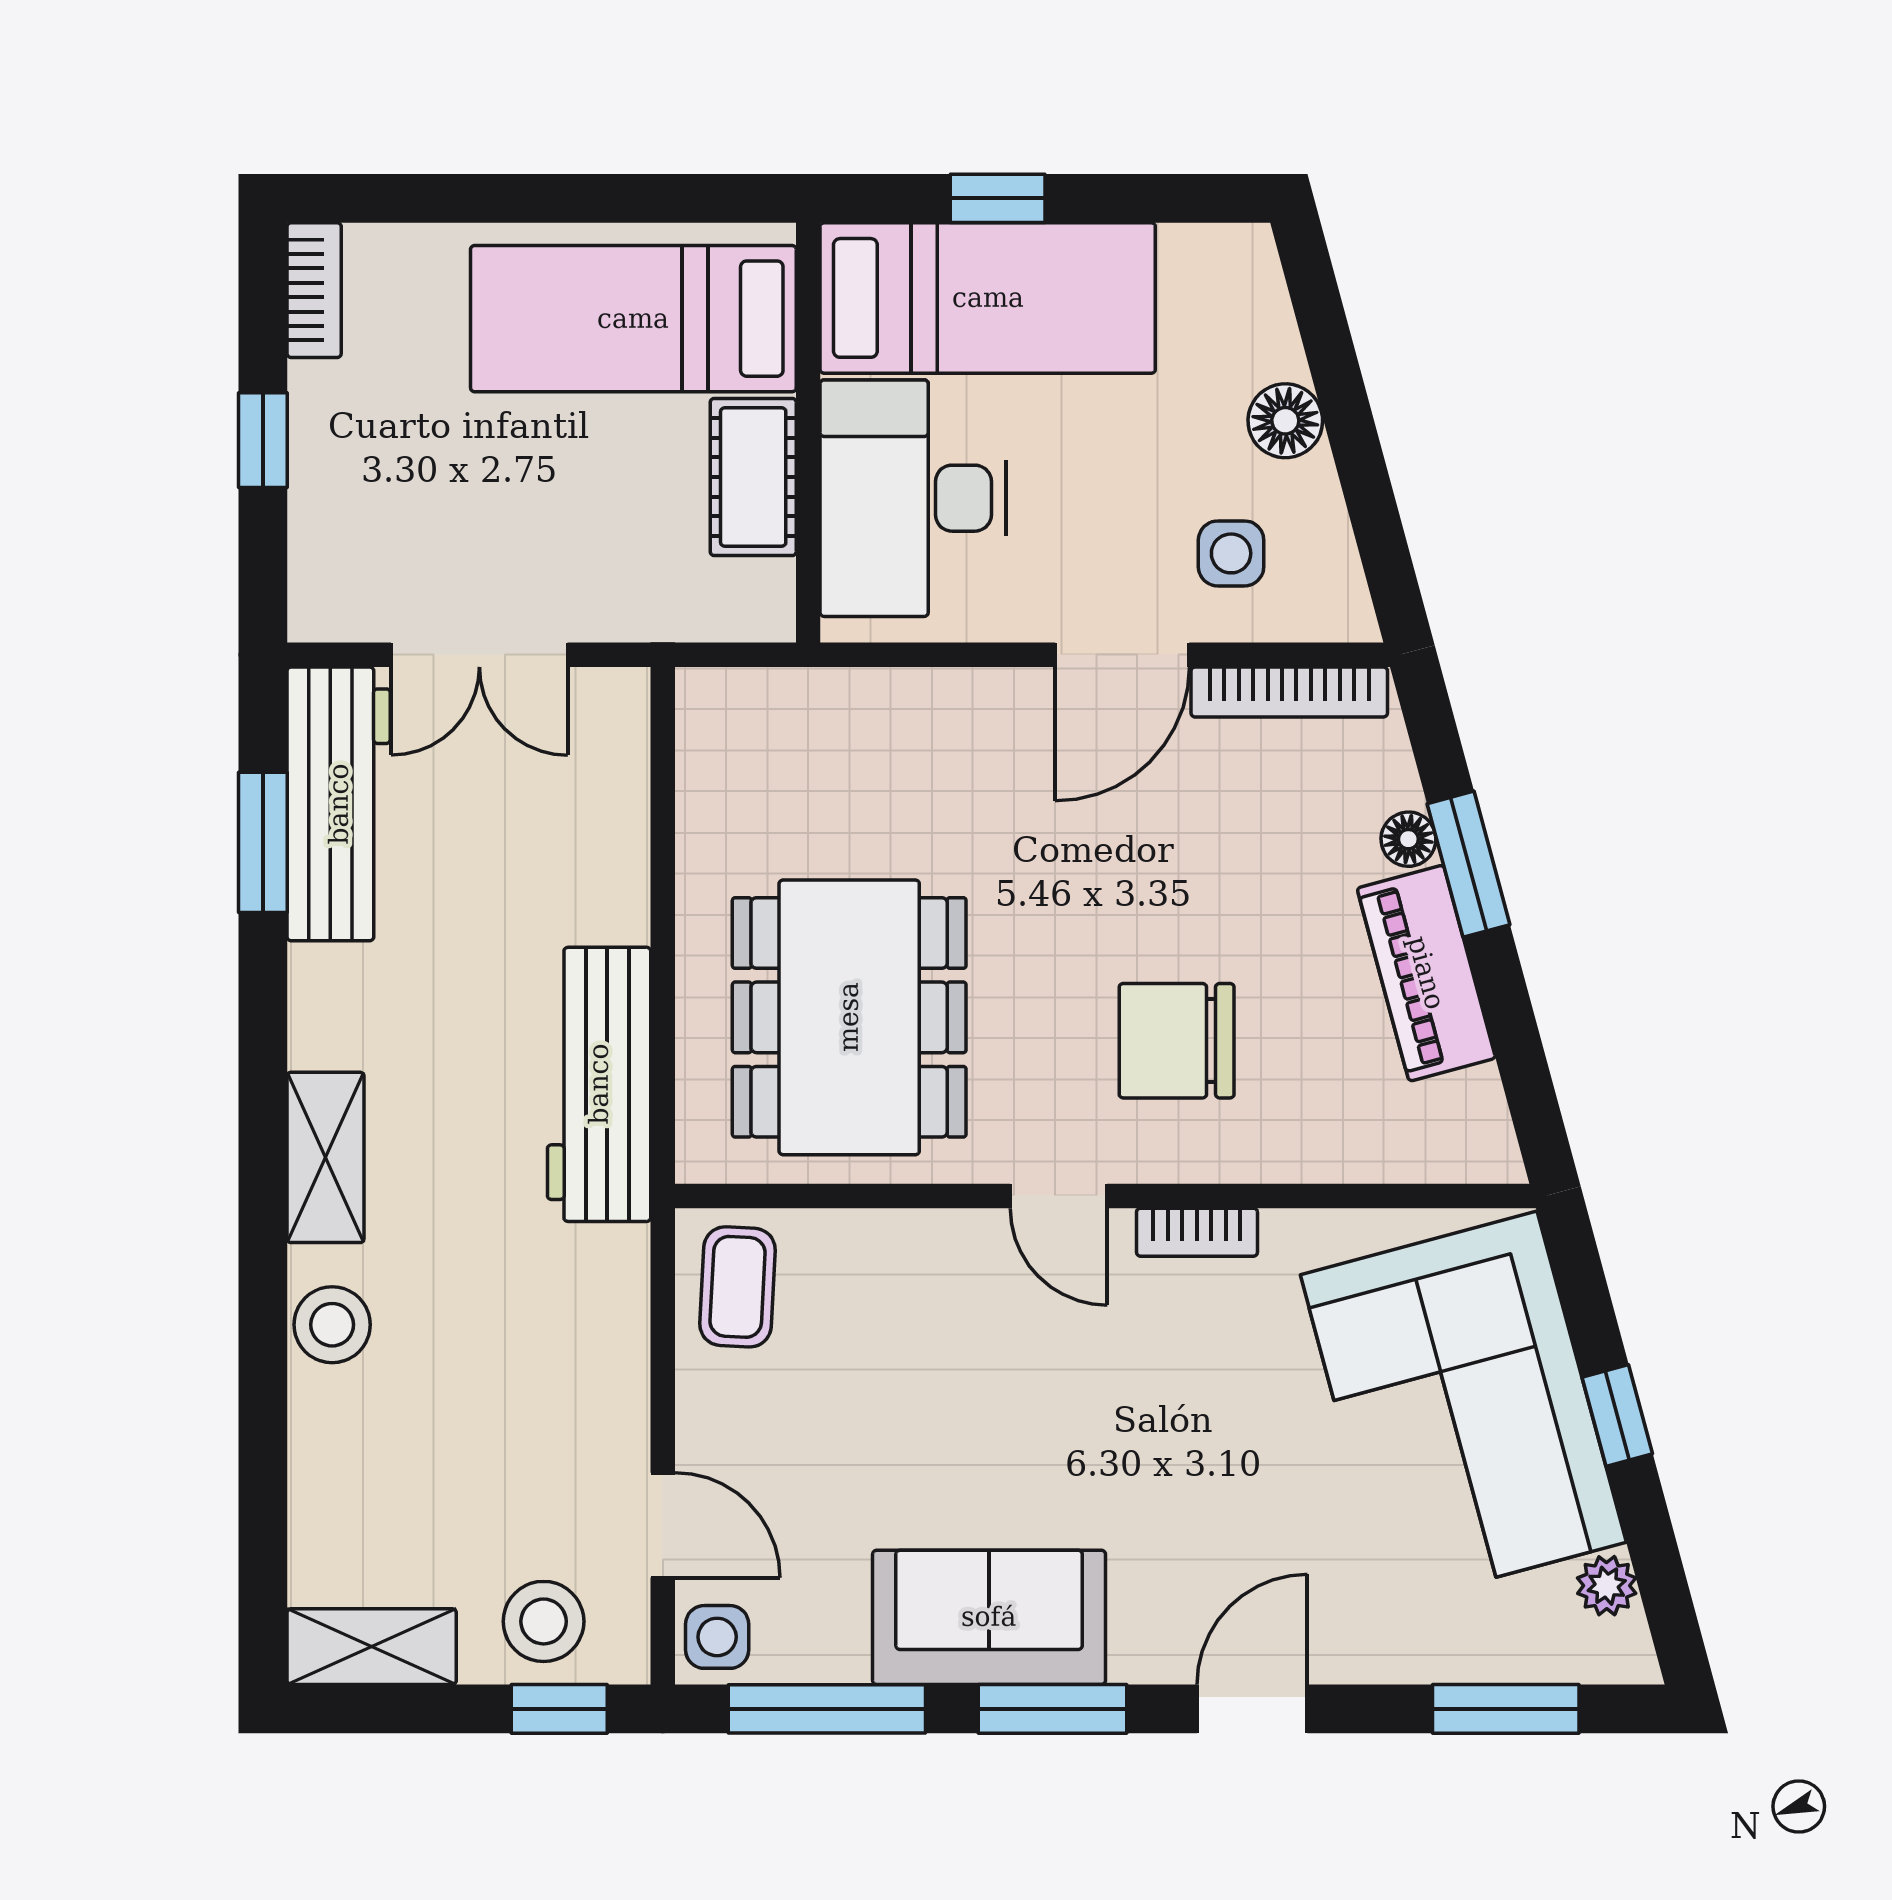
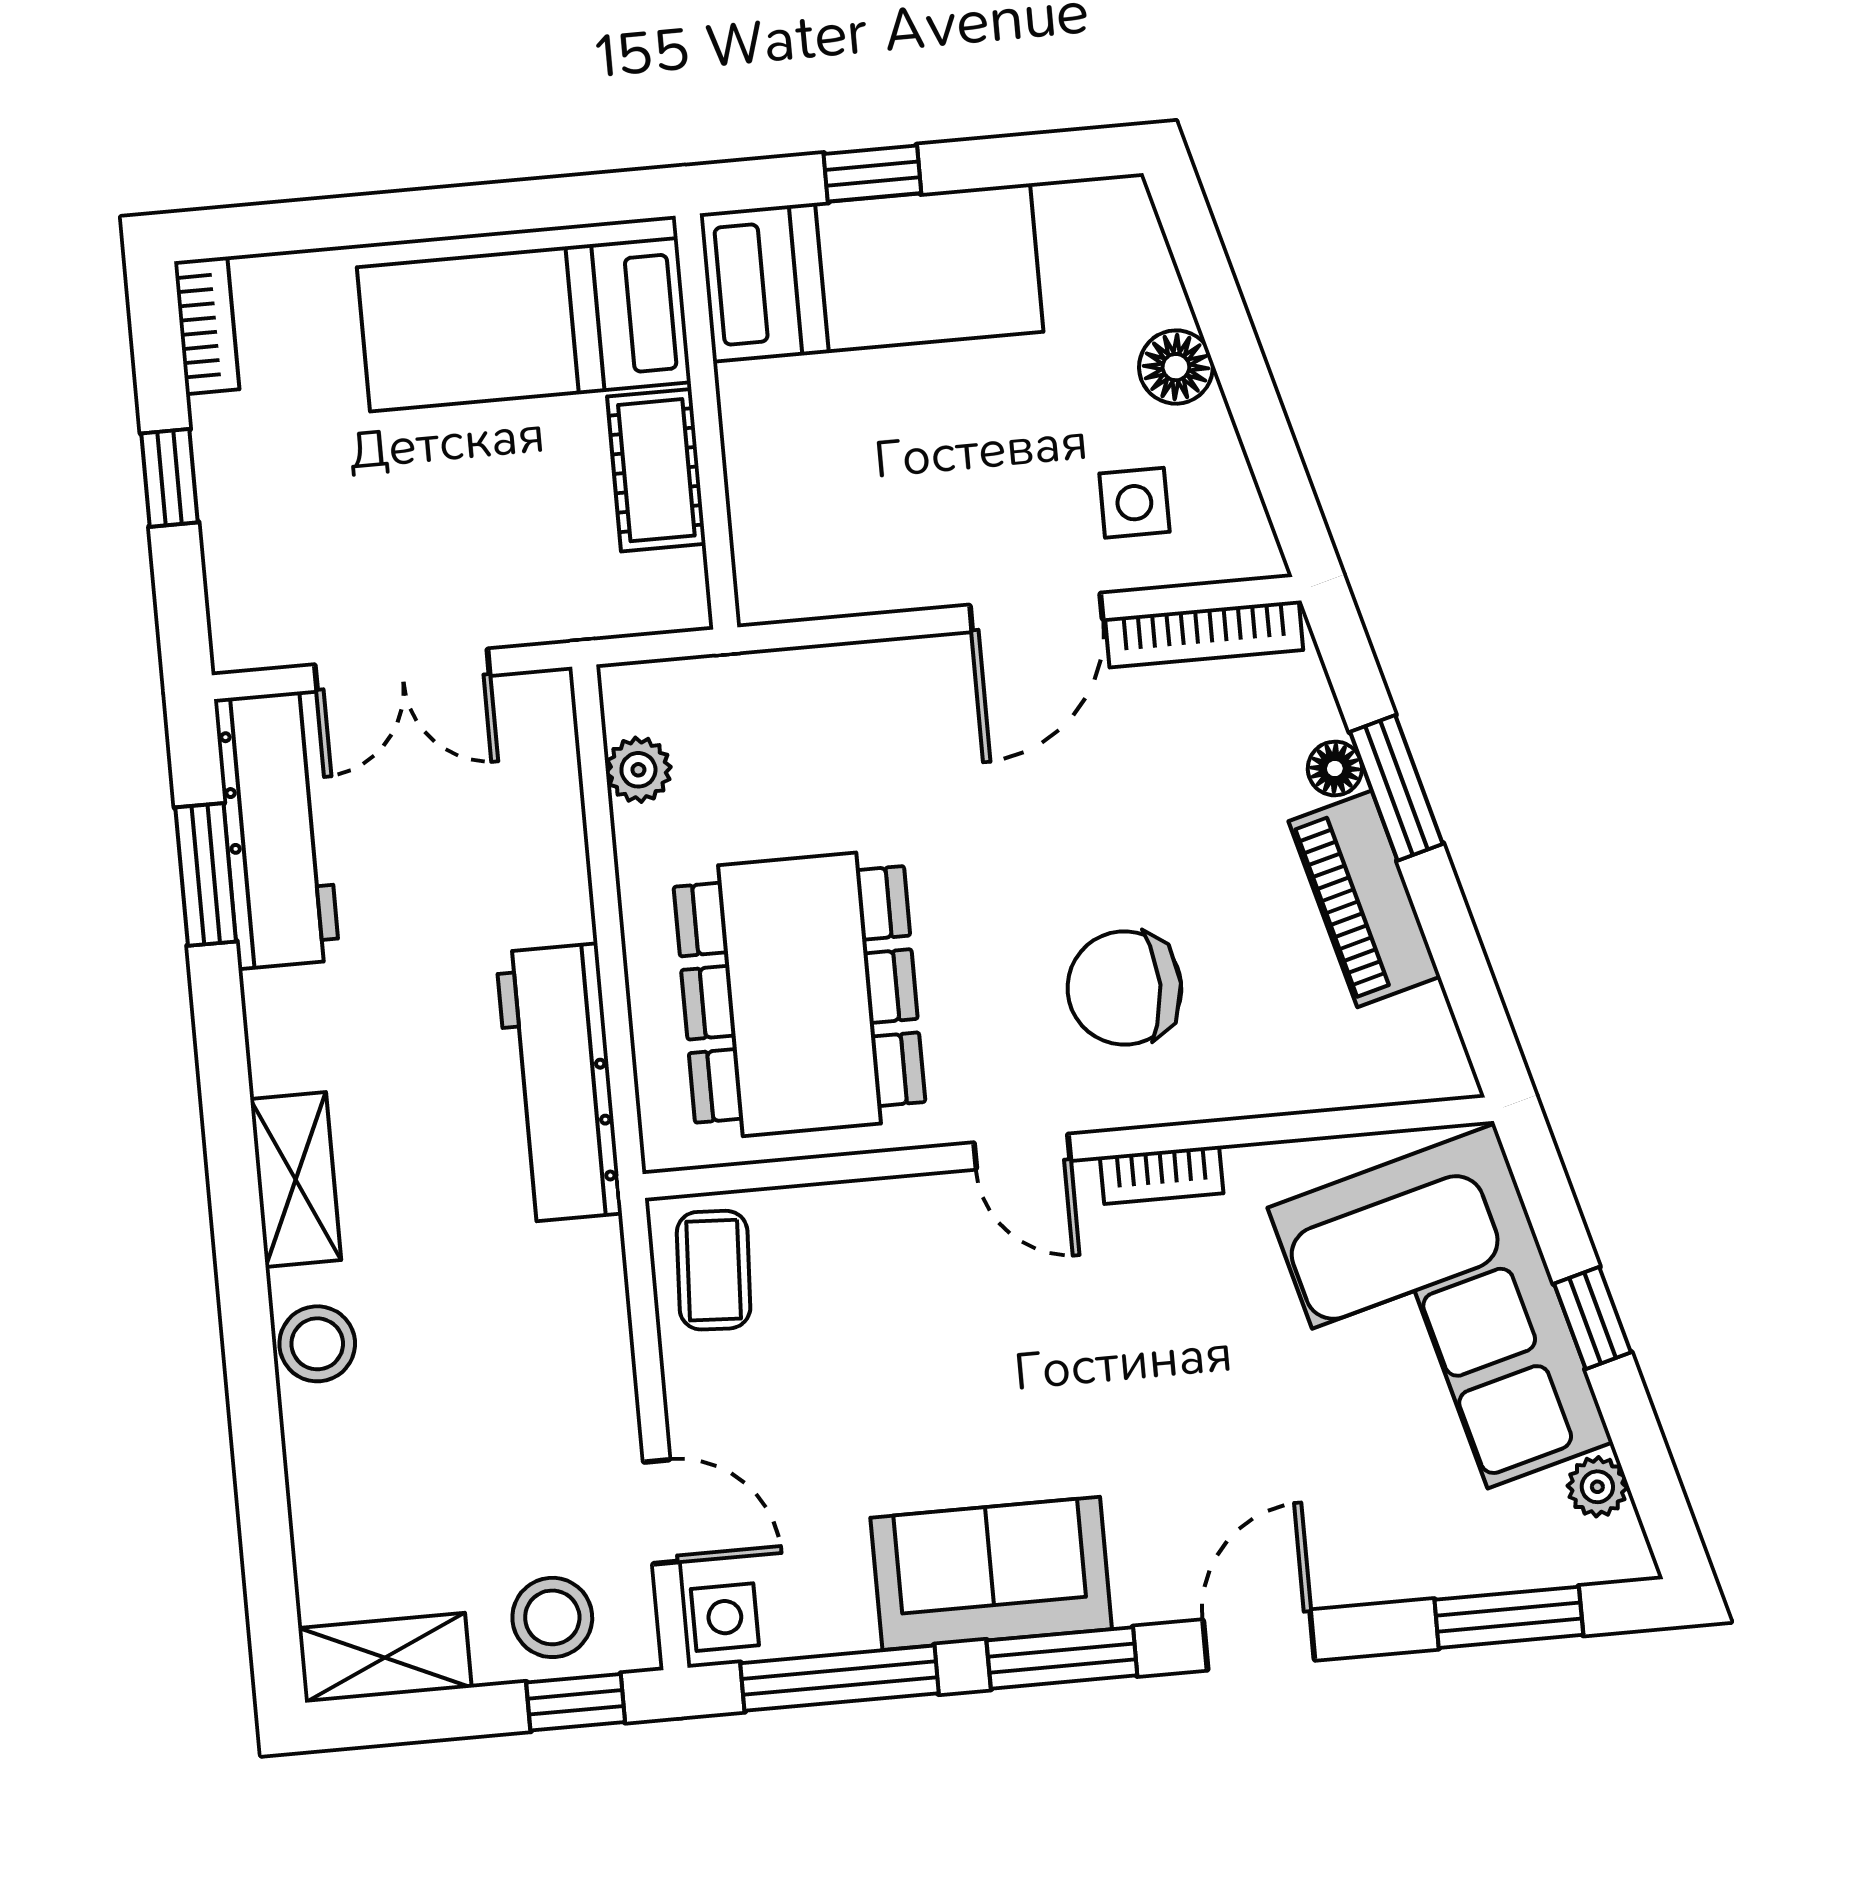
desk: (913, 498) -> (816, 477), removed
plant: (708, 777) -> (638, 770), added

